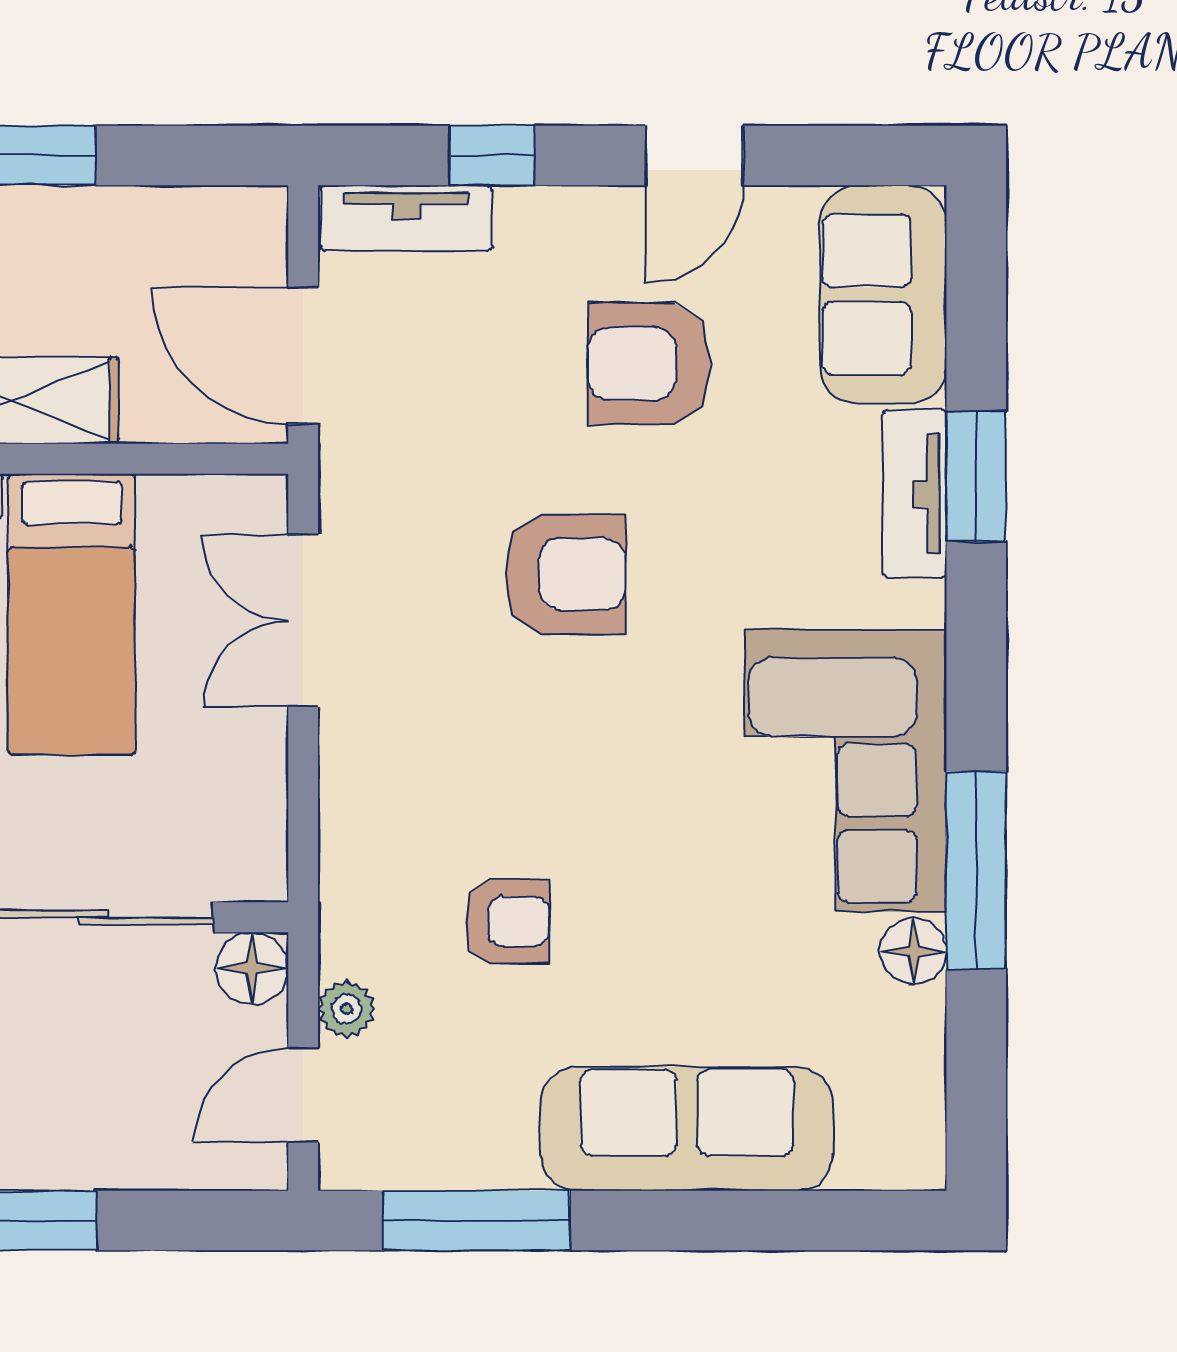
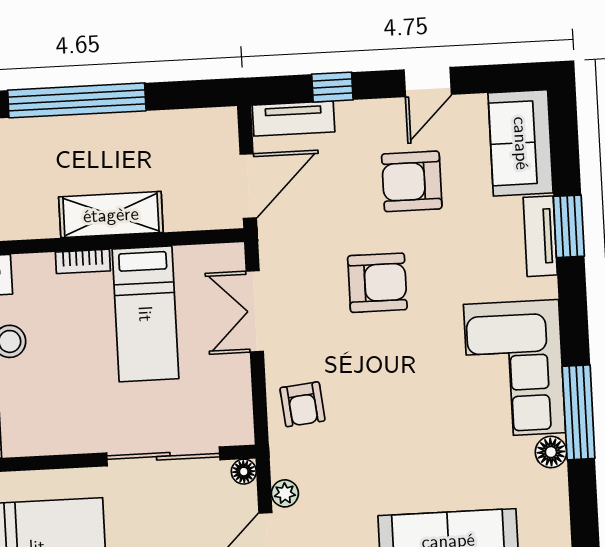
door: (303, 356) -> (248, 186), swing flipped
armchair: (507, 922) -> (302, 404), moved, turned 84
floor lamp: (252, 968) -> (244, 472), width x0.73, depth x0.73

